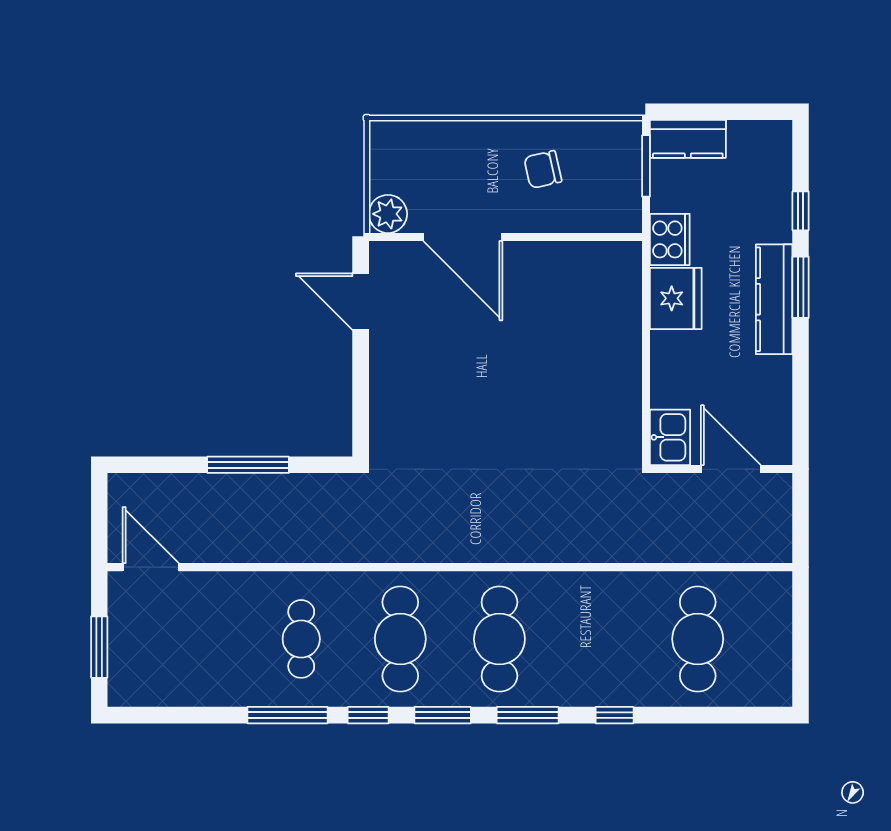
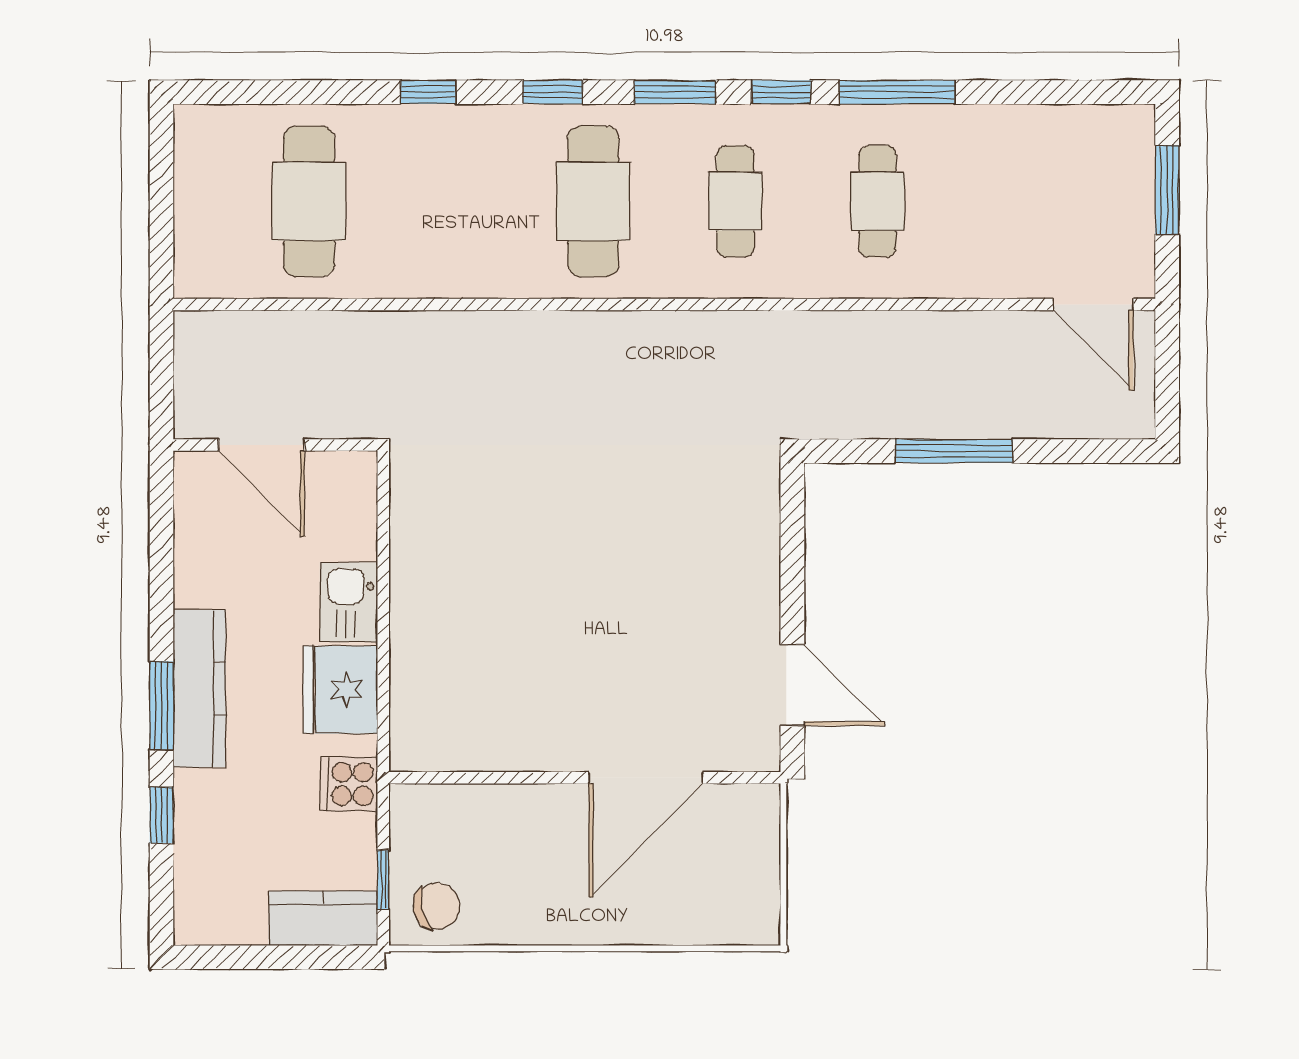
window: (646, 166) -> (383, 880), width x0.67
chair: (543, 169) -> (437, 906), moved
plant: (388, 214) -> (753, 811), removed
door: (463, 237) -> (646, 778), swing flipped
cooker: (670, 239) -> (349, 784), width x0.73
kitchen sink: (670, 437) -> (349, 602), moved
cafe table: (400, 639) -> (735, 201), width x0.73, depth x0.74
window: (528, 715) -> (553, 92), width x0.67

